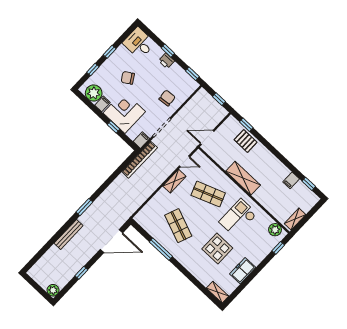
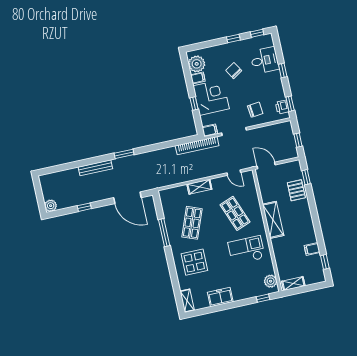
desk: (139, 43) -> (265, 60), moved, turned 90
printer: (167, 61) -> (282, 107), moved
window: (93, 70) -> (257, 33), moved
shelving: (174, 181) -> (199, 187), moved
display table: (217, 248) -> (194, 262), moved

